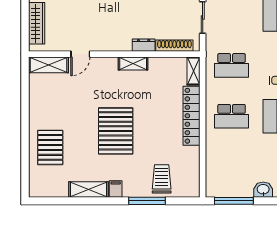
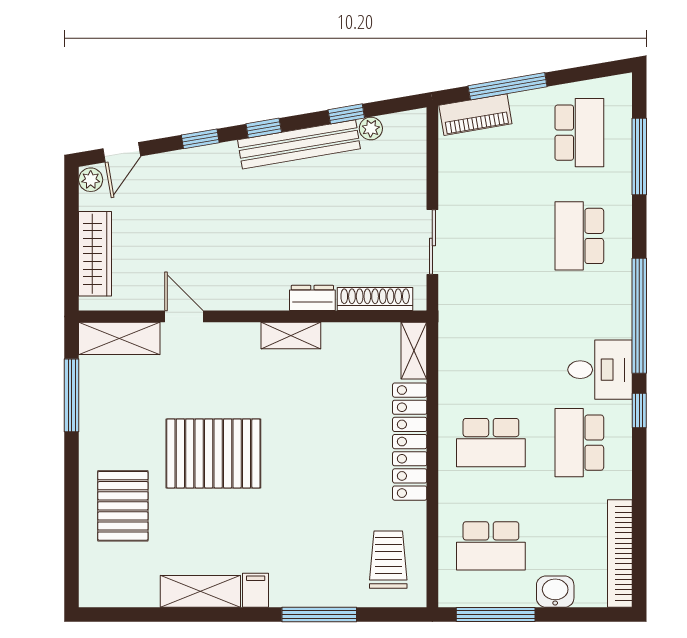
door: (80, 54) -> (184, 316), swing flipped
school desk: (232, 65) -> (491, 546), moved
window: (25, 93) -> (72, 395), added
pallet: (116, 131) -> (213, 453), moved, turned 90
trolley: (162, 179) -> (388, 560), moved

